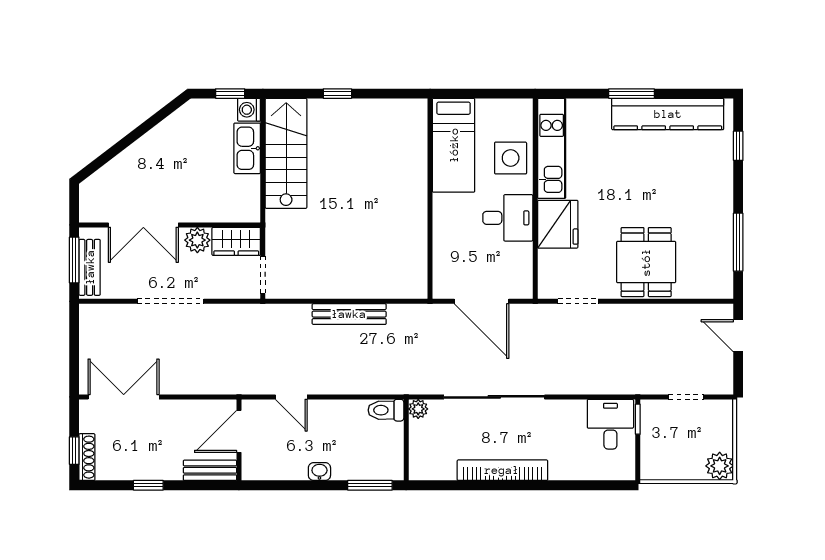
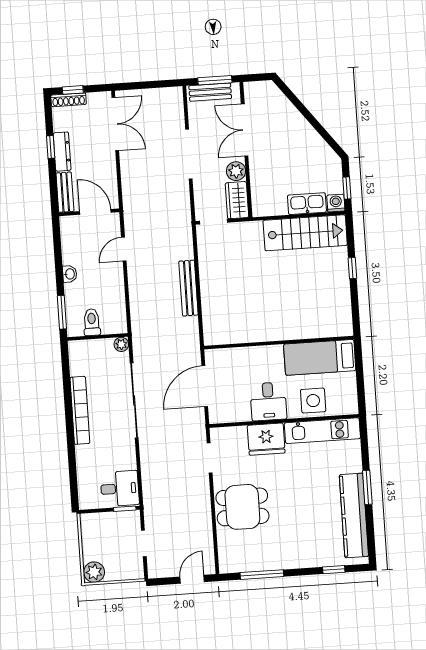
toilet: (386, 410) -> (92, 322), moved
dresser: (155, 470) -> (62, 152), added

